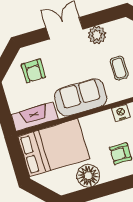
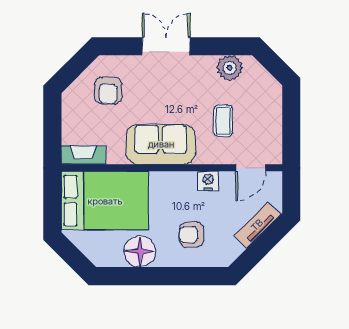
plant: (97, 35) -> (230, 68), moved
fireplace: (35, 117) -> (83, 155), width x0.73, depth x0.76

